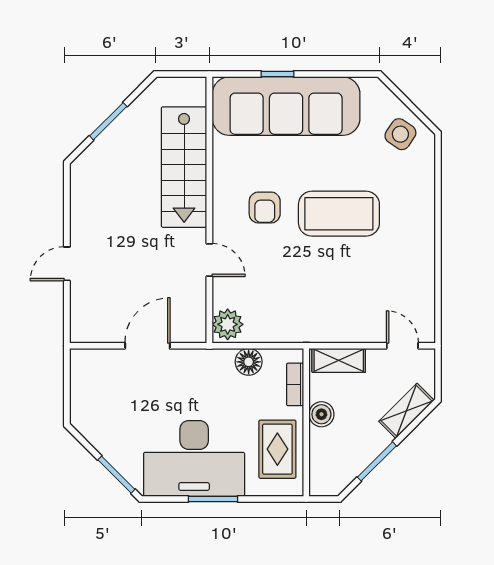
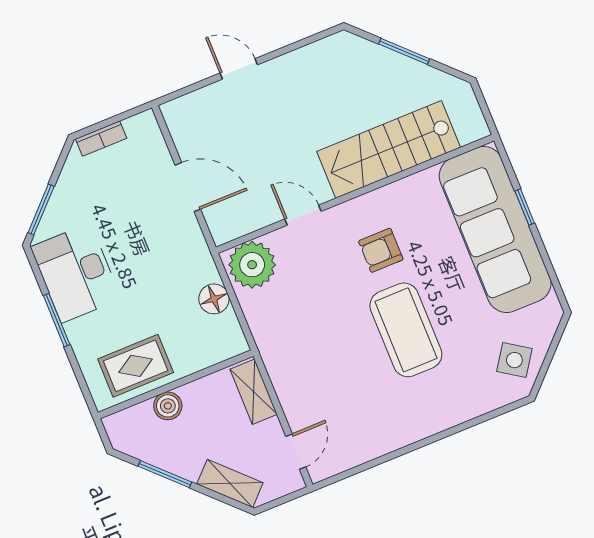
door: (209, 260) -> (303, 215), swing flipped
plant: (228, 324) -> (252, 265), width x1.36, depth x1.36
bookcase: (295, 384) -> (101, 139), moved, turned 180
boiler: (321, 414) -> (168, 406), moved
desk: (194, 458) -> (76, 273), width x0.73, depth x0.77

